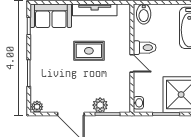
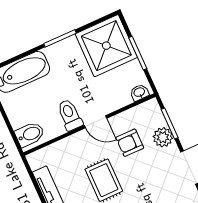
door: (132, 63) -> (96, 122), swing flipped
armchair: (107, 80) -> (130, 143), added

